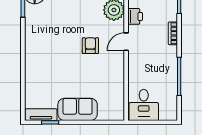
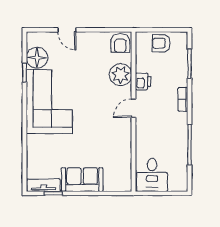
corner sofa: (46, 36) -> (49, 102), added
armchair: (90, 46) -> (96, 112), removed

